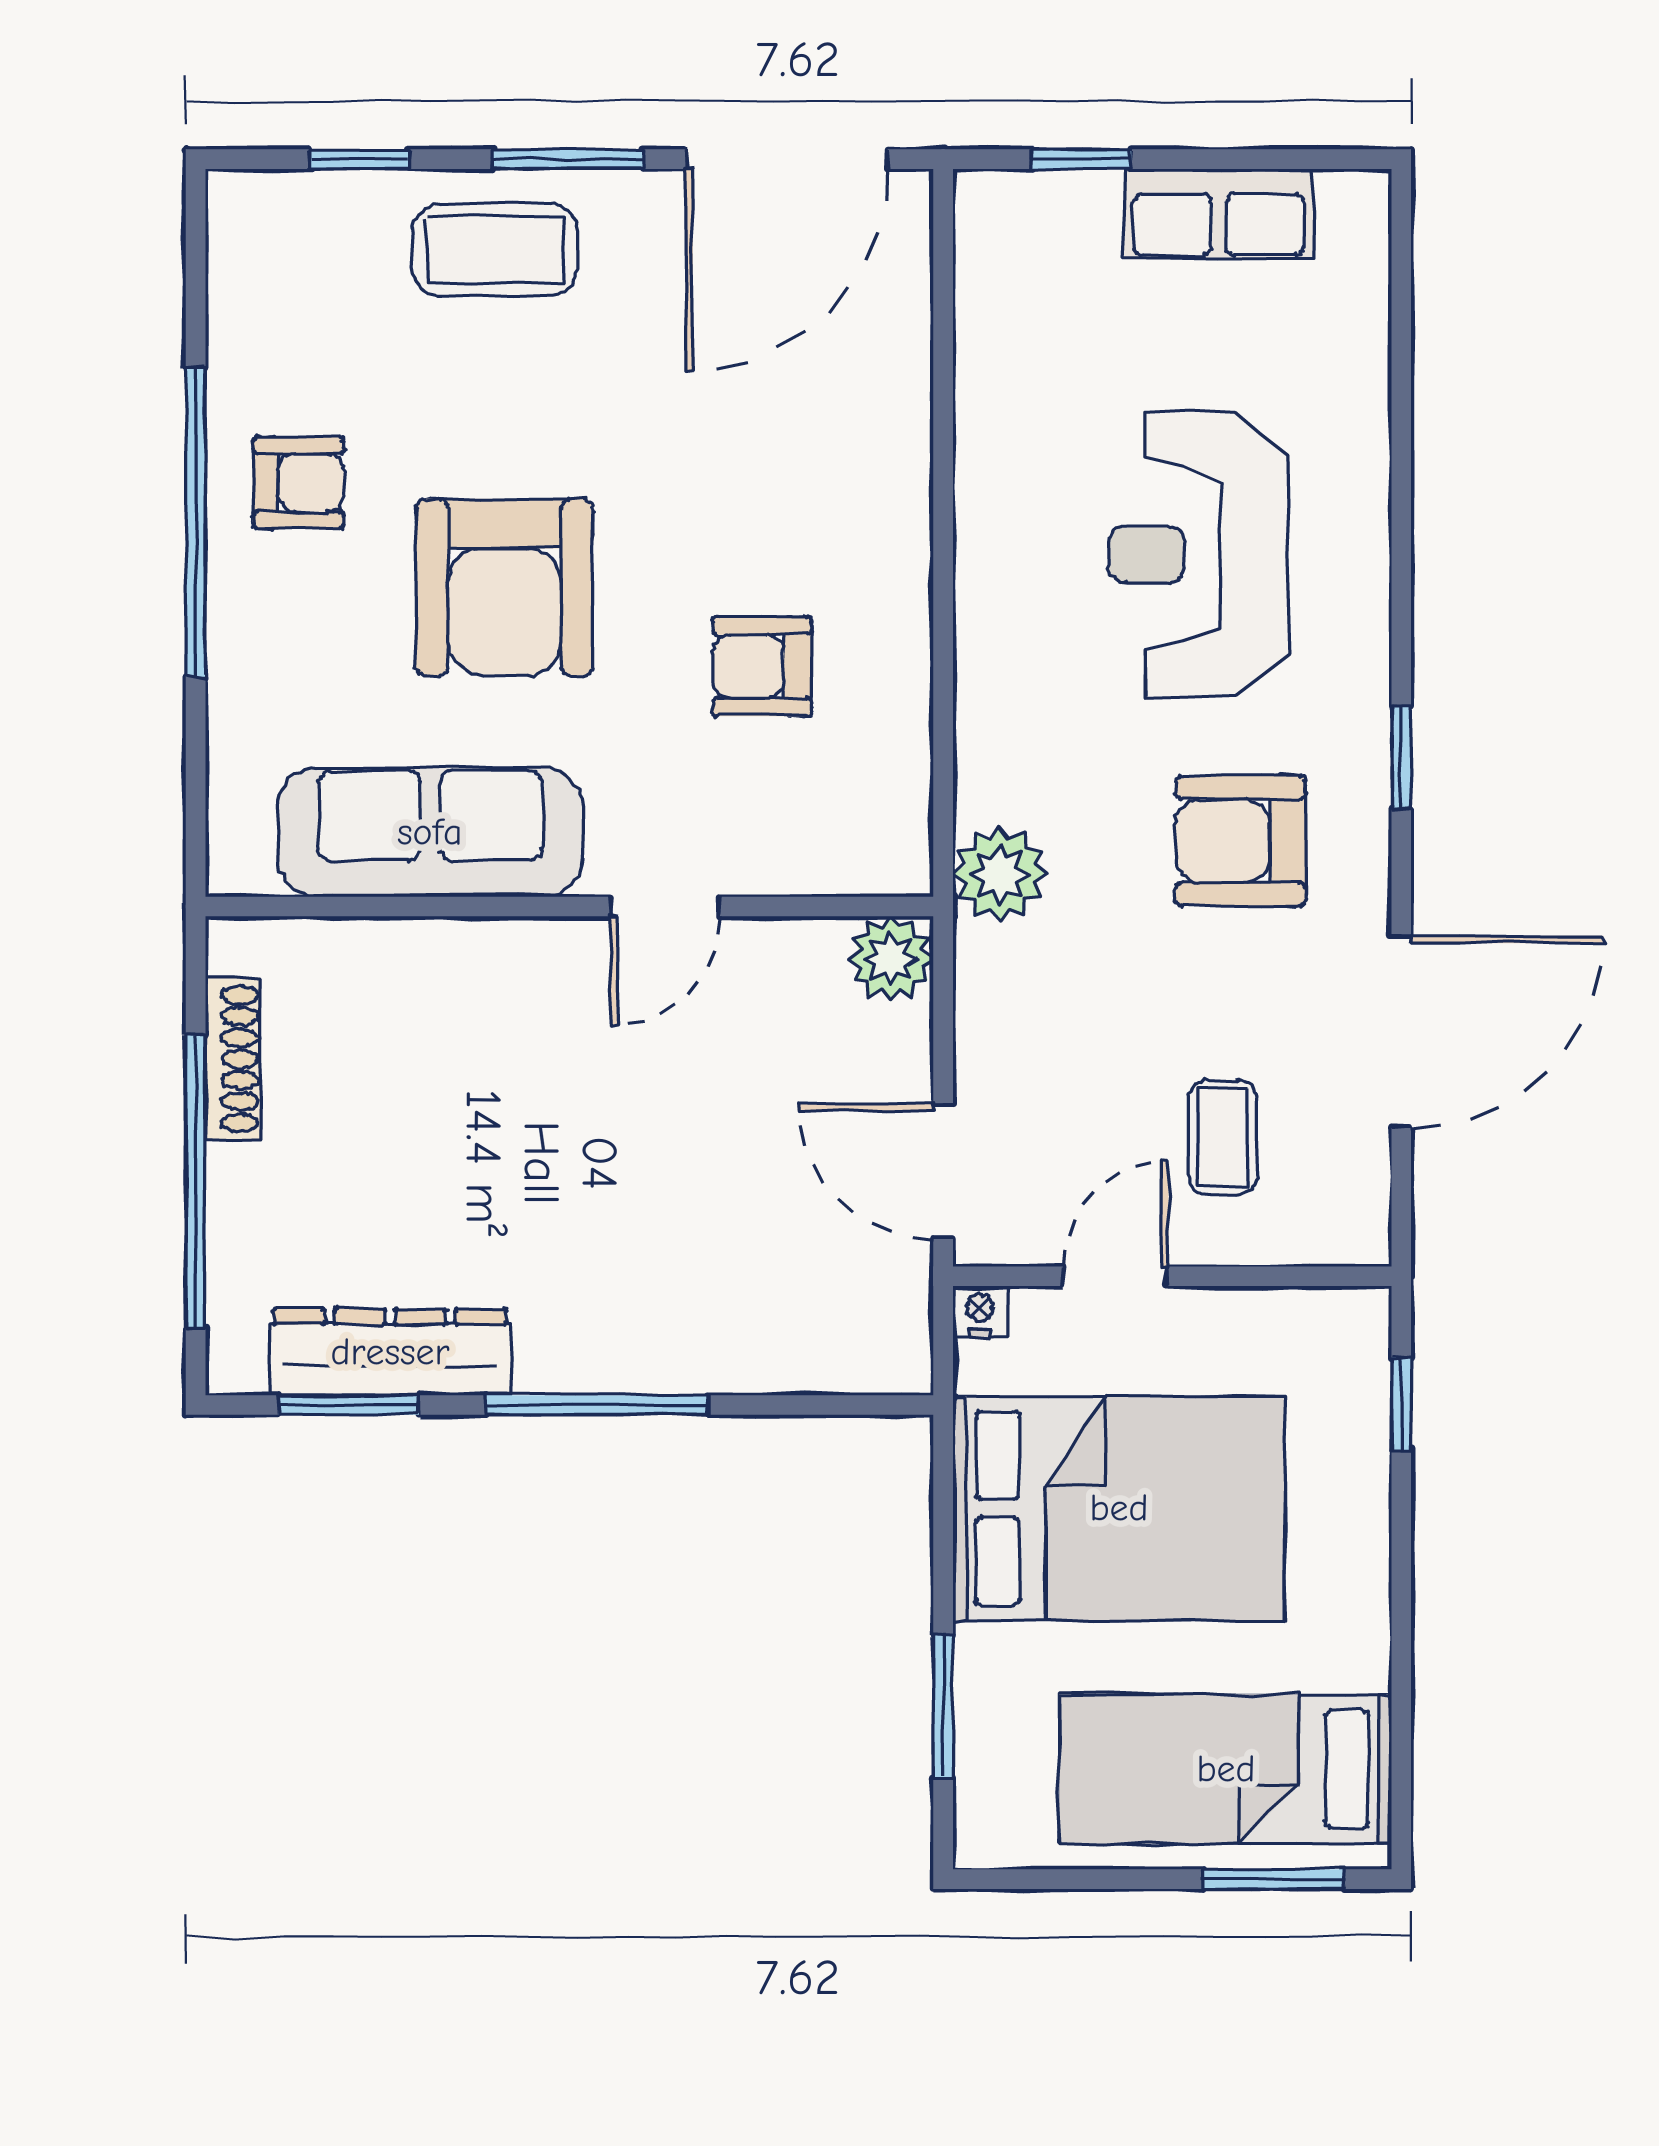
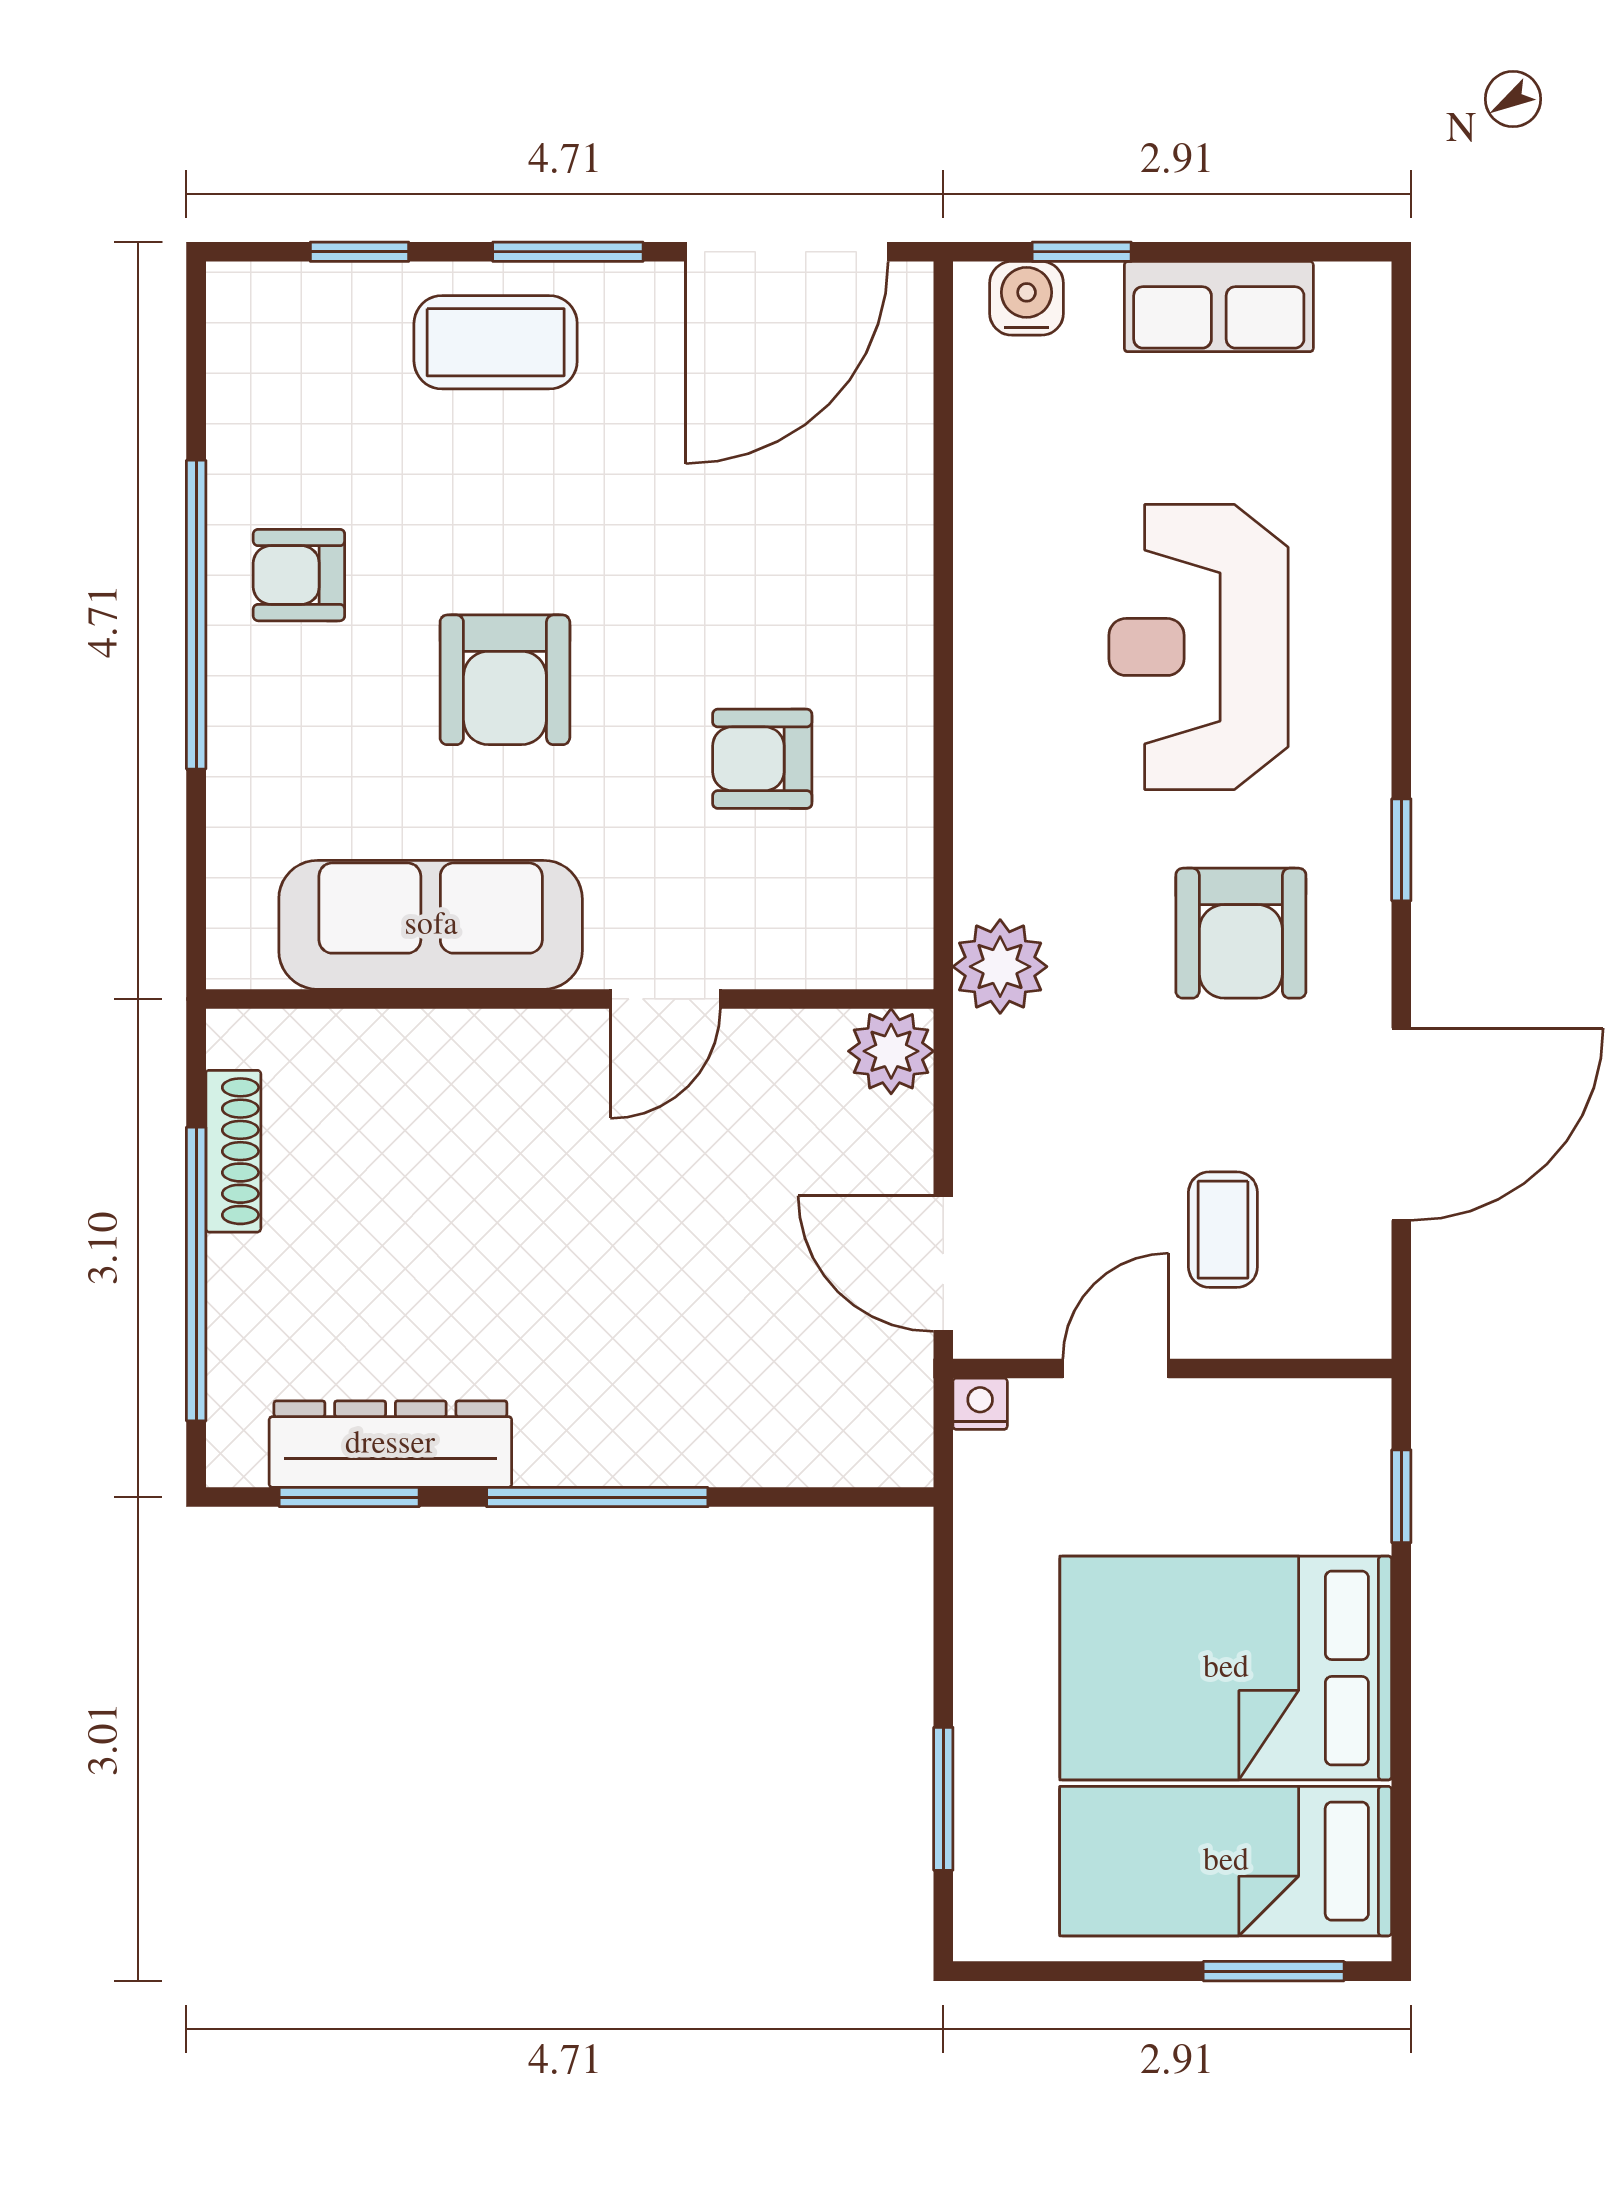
water cooler: (1026, 206) -> (1027, 298), added
armchair: (299, 483) -> (299, 575), turned 180
armchair: (505, 587) -> (505, 680), width x0.73, depth x0.73
armchair: (1241, 841) -> (1241, 933), turned -90
bed: (1119, 1508) -> (1226, 1668), moved, turned 180

